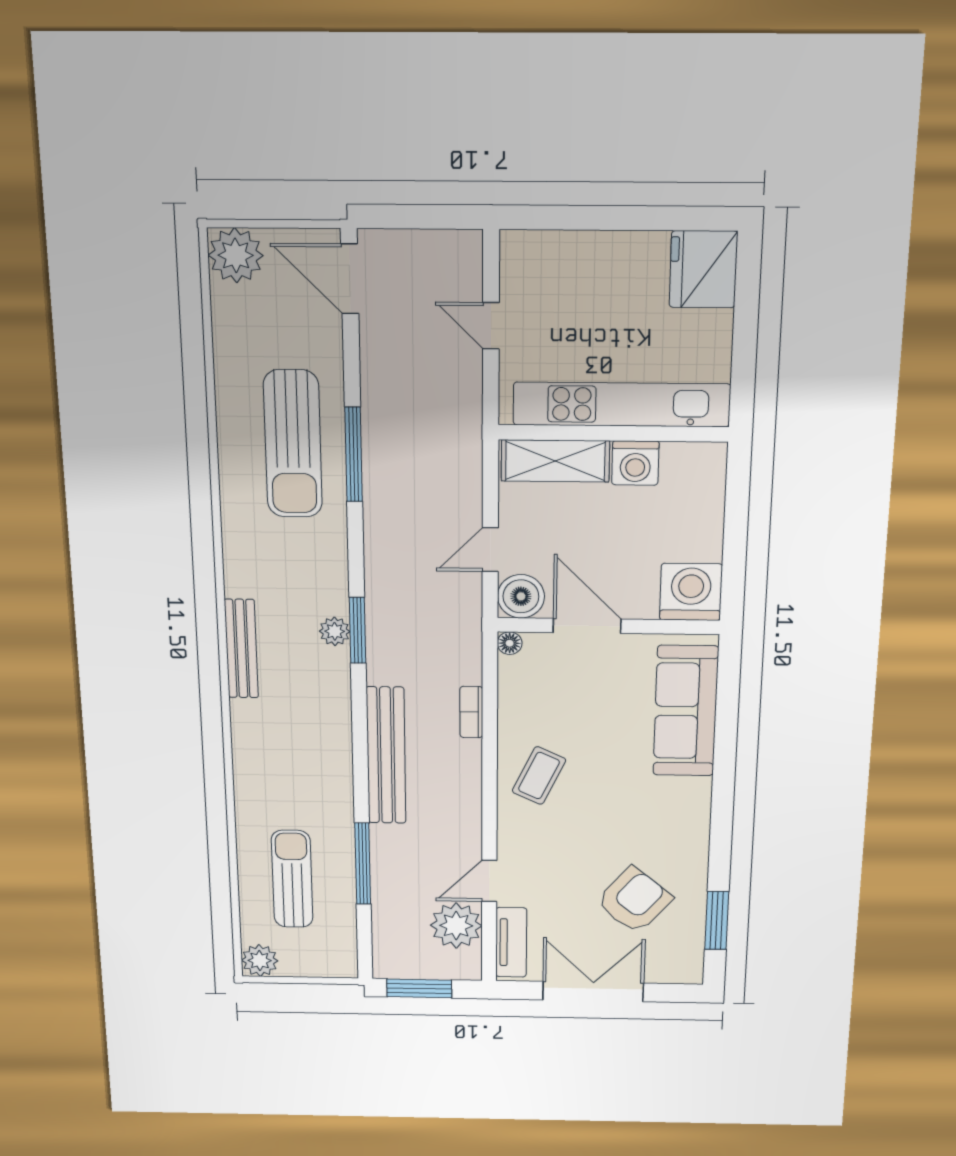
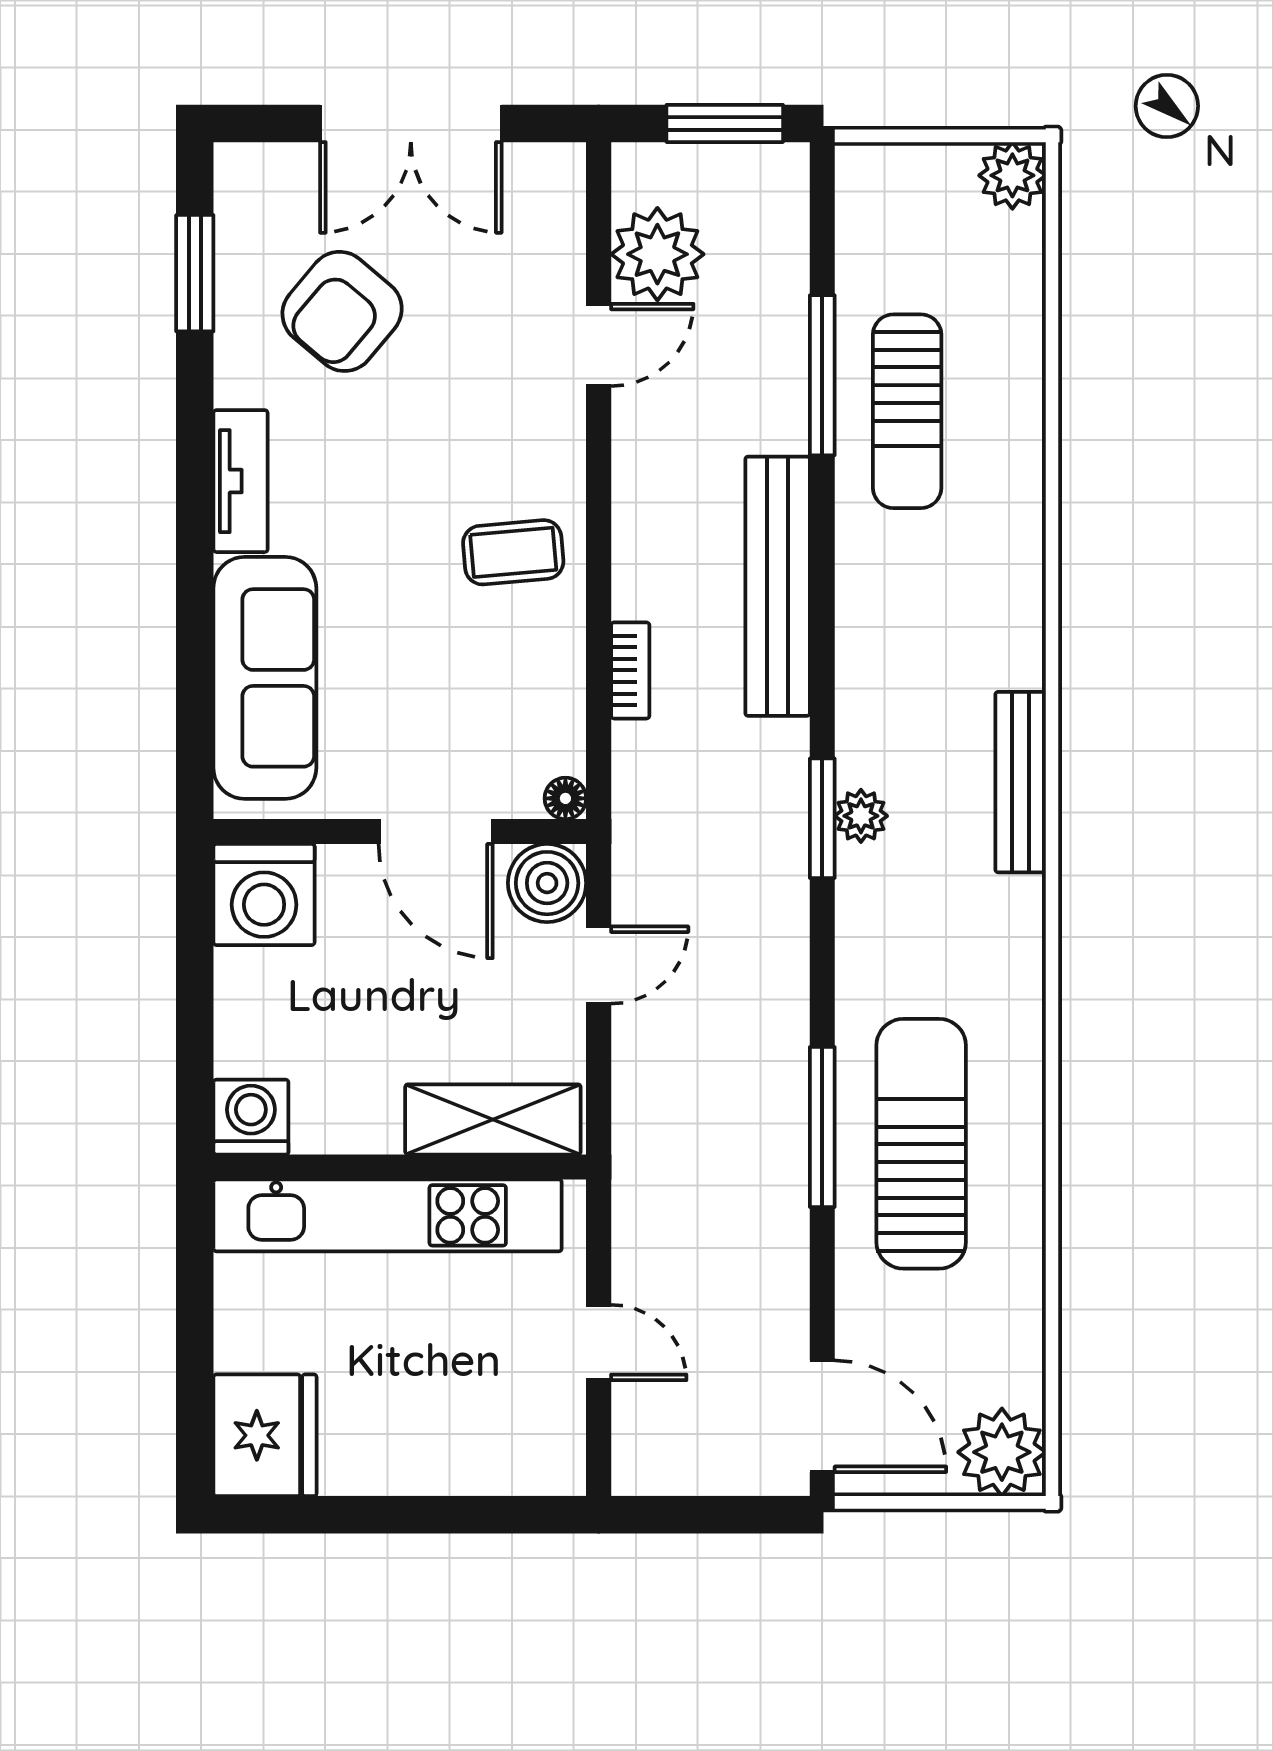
washing machine: (635, 463) -> (251, 1117), moved
coffee table: (539, 776) -> (513, 552), turned 60
sun lounger: (292, 879) -> (907, 411), moved
tv unit: (511, 942) -> (241, 481), moved, turned 180

